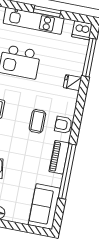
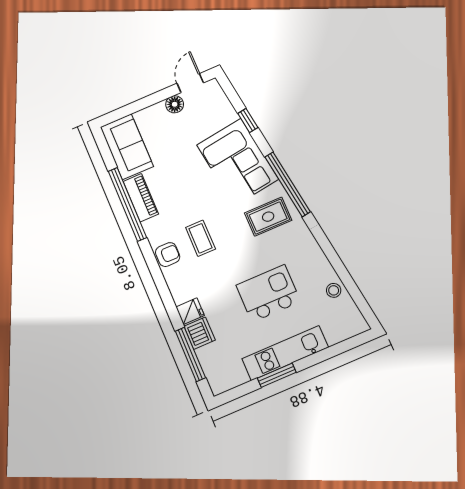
dishwasher: (82, 30) -> (200, 333), moved, turned 90
piano: (59, 157) -> (141, 198), moved

